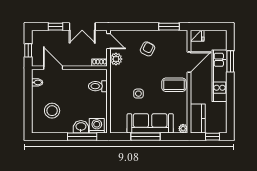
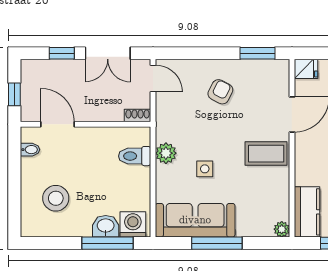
plant: (116, 59) -> (166, 153), moved
sofa: (150, 123) -> (195, 220), moved

